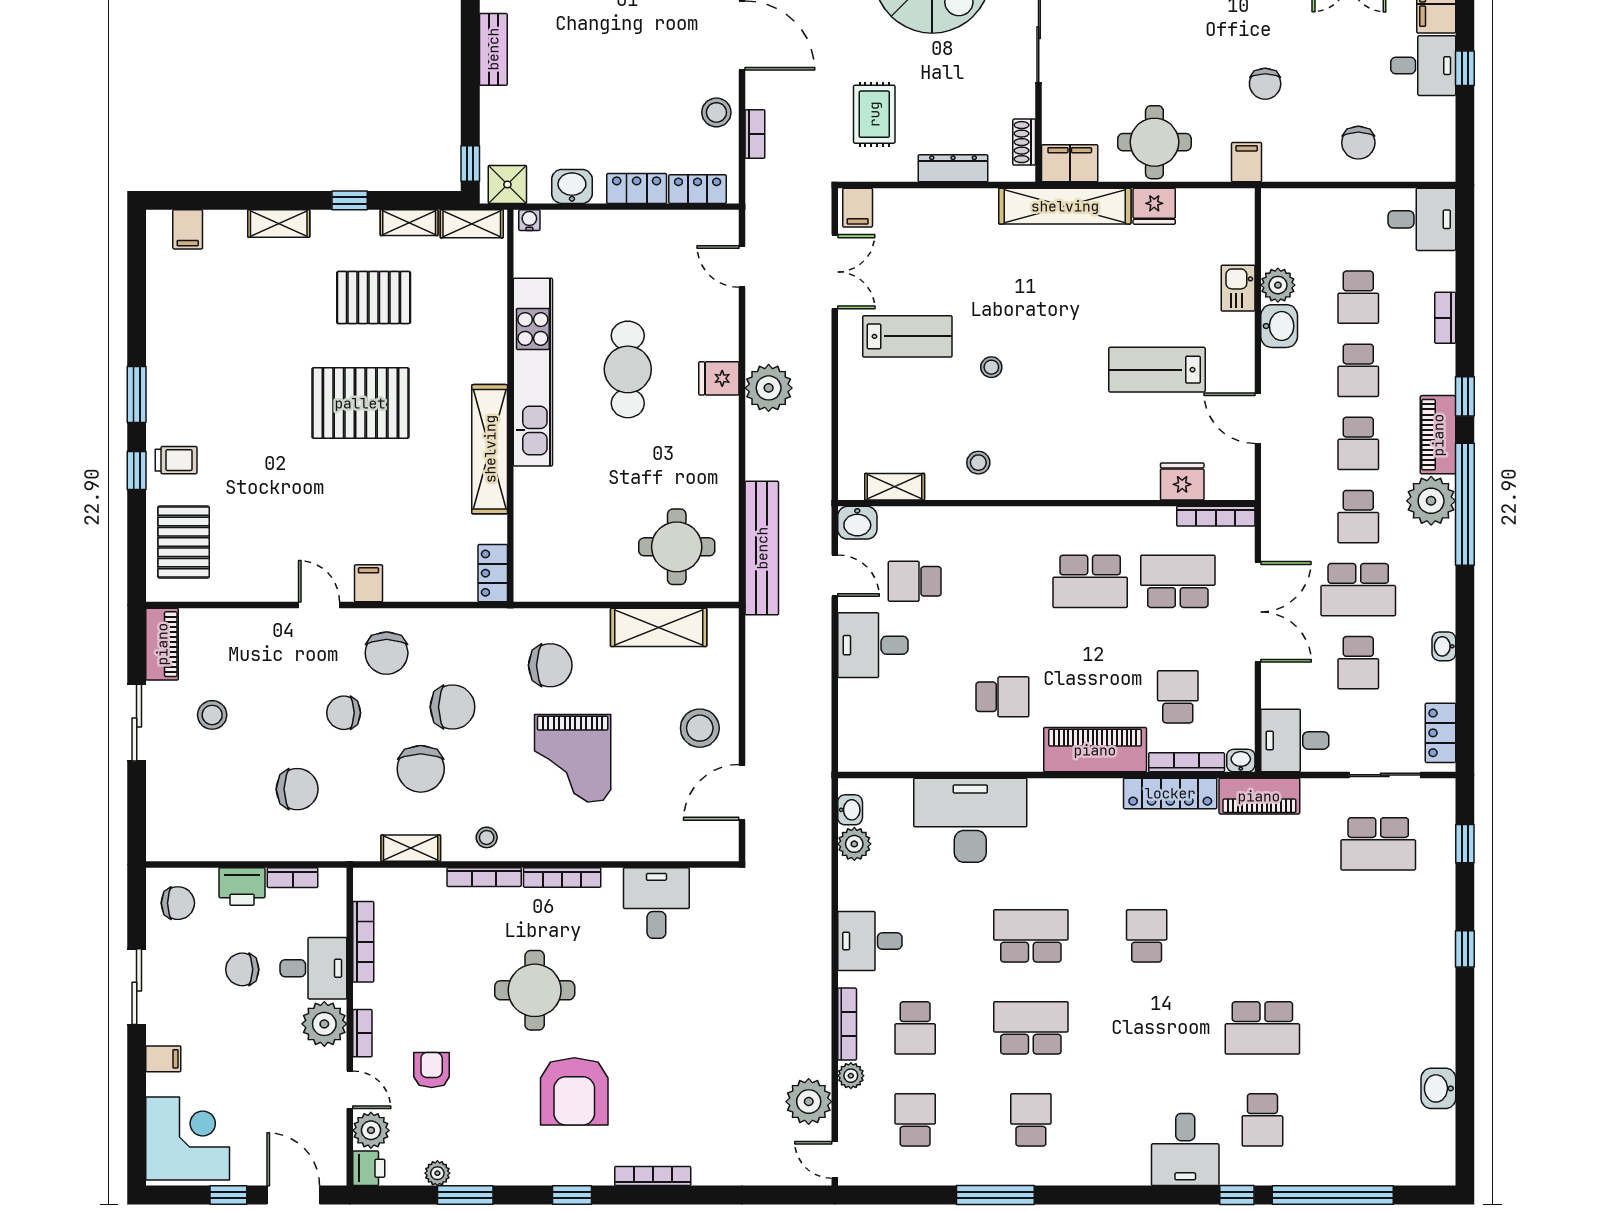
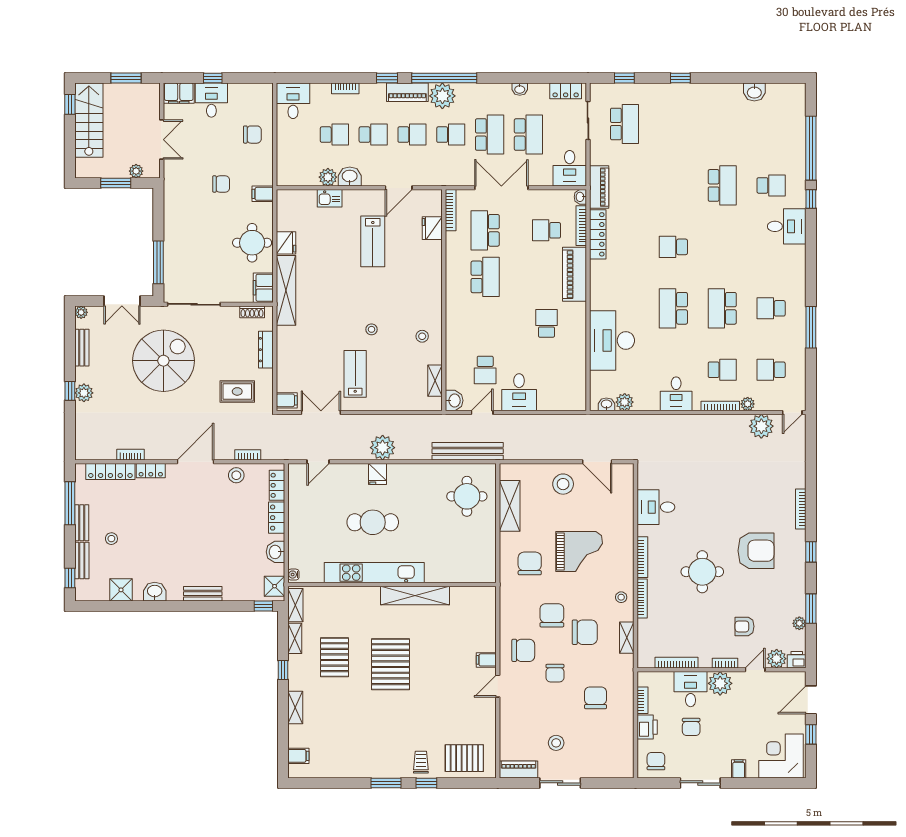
locker: (493, 573) -> (481, 594), removed
school desk: (1358, 663) -> (528, 135), width x1.85

